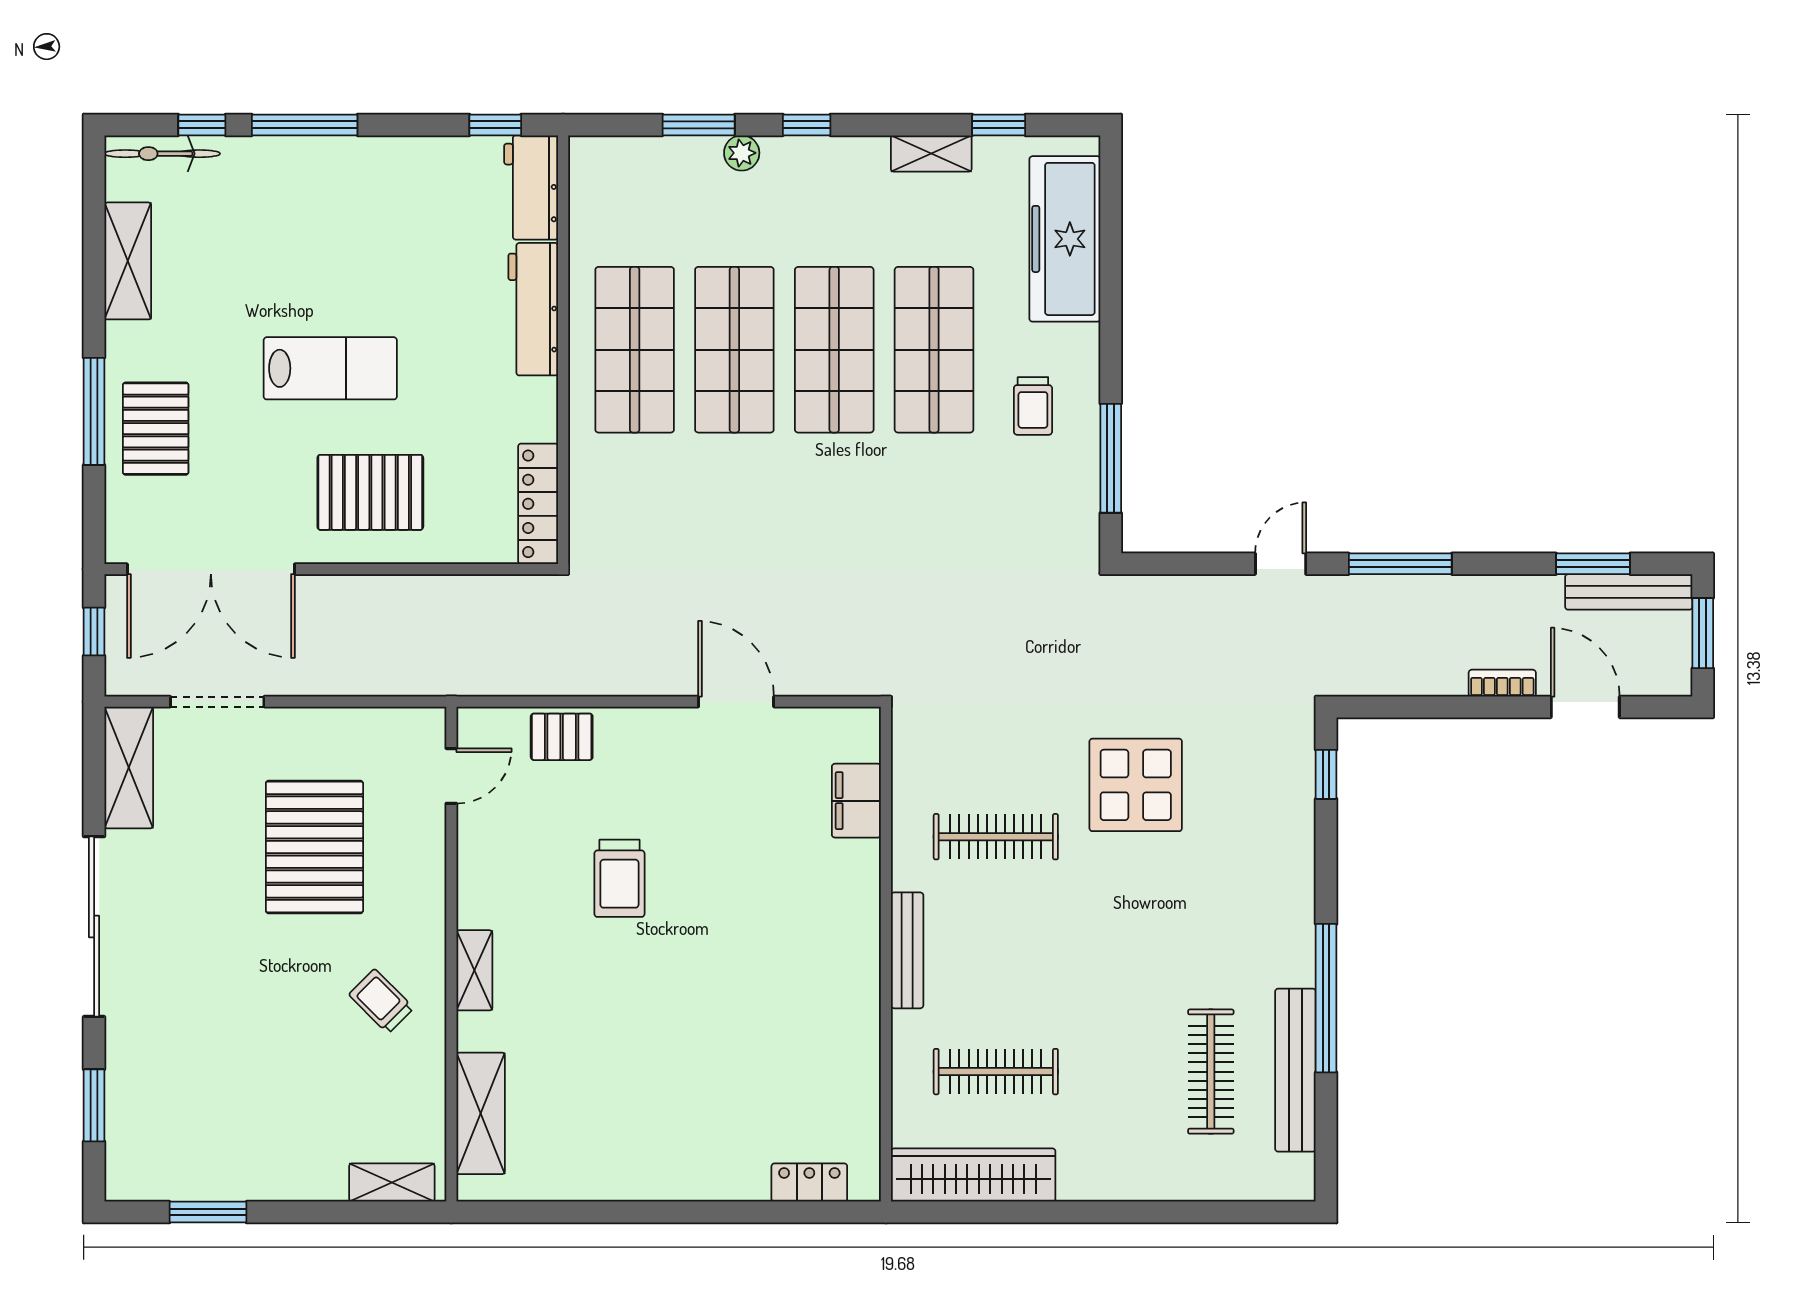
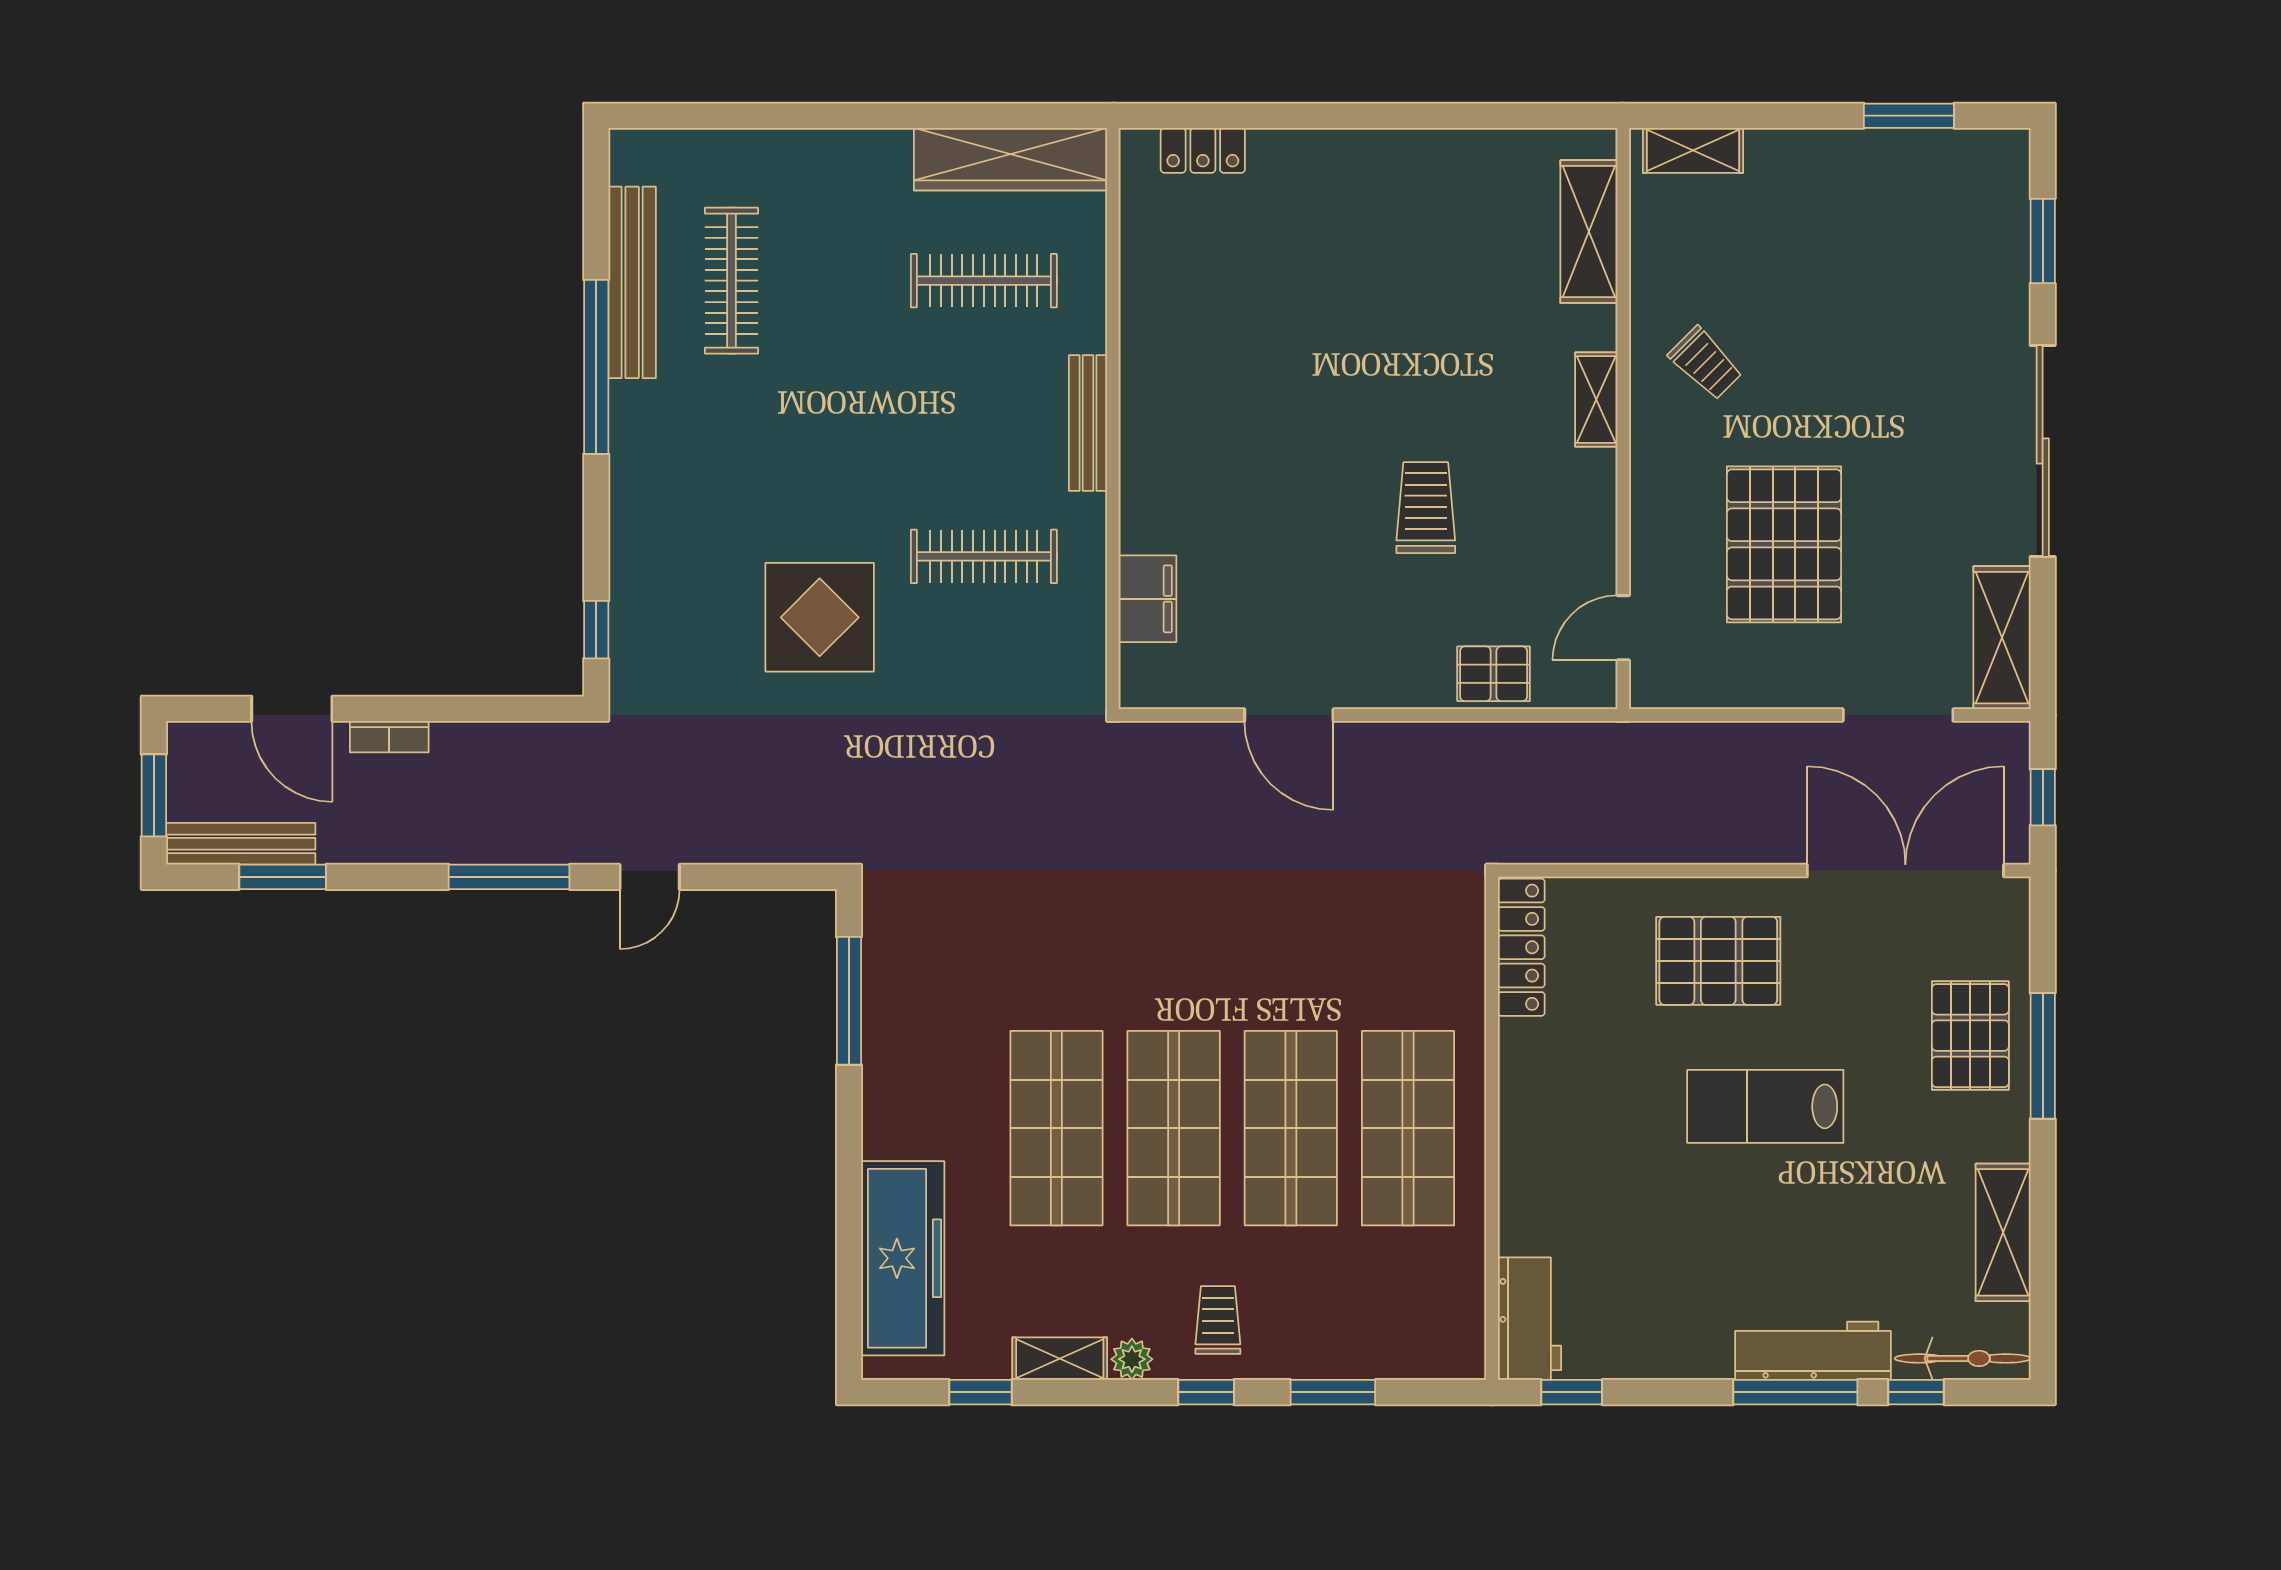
plant: (742, 153) -> (1132, 1359), moved
workbench: (533, 309) -> (1813, 1351), moved, turned -90
trolley: (1033, 406) -> (1218, 1320), moved

